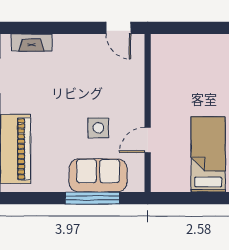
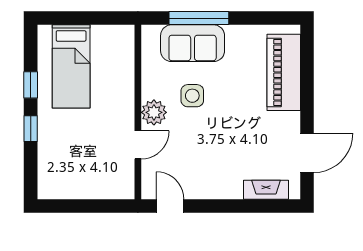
plant: (133, 113) -> (154, 112), added
door: (148, 140) -> (138, 145), moved

